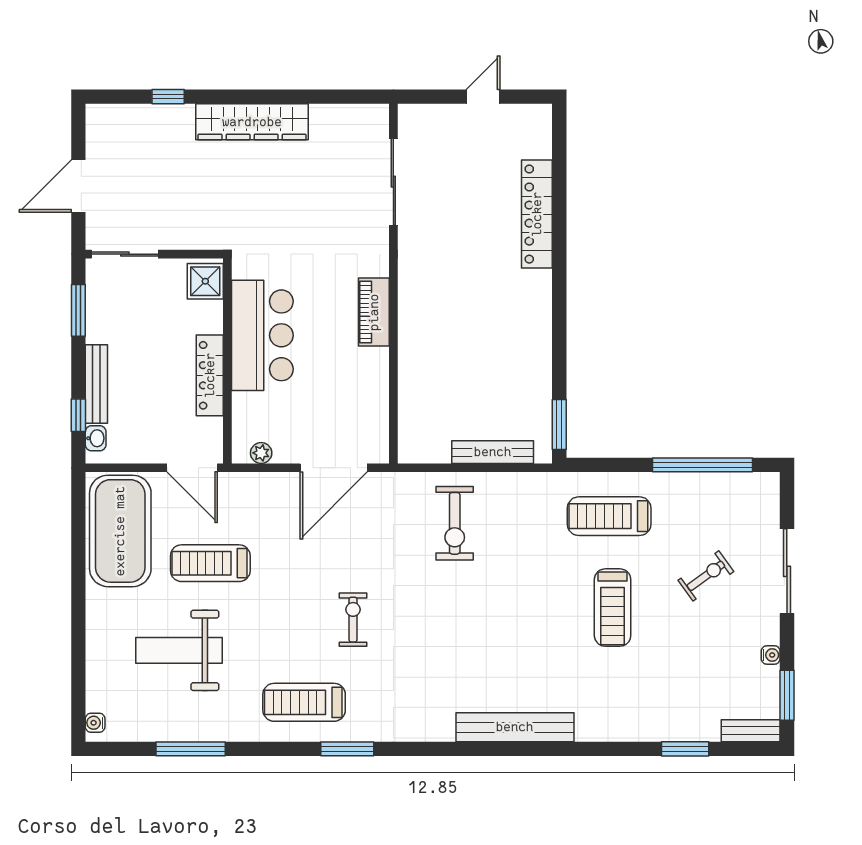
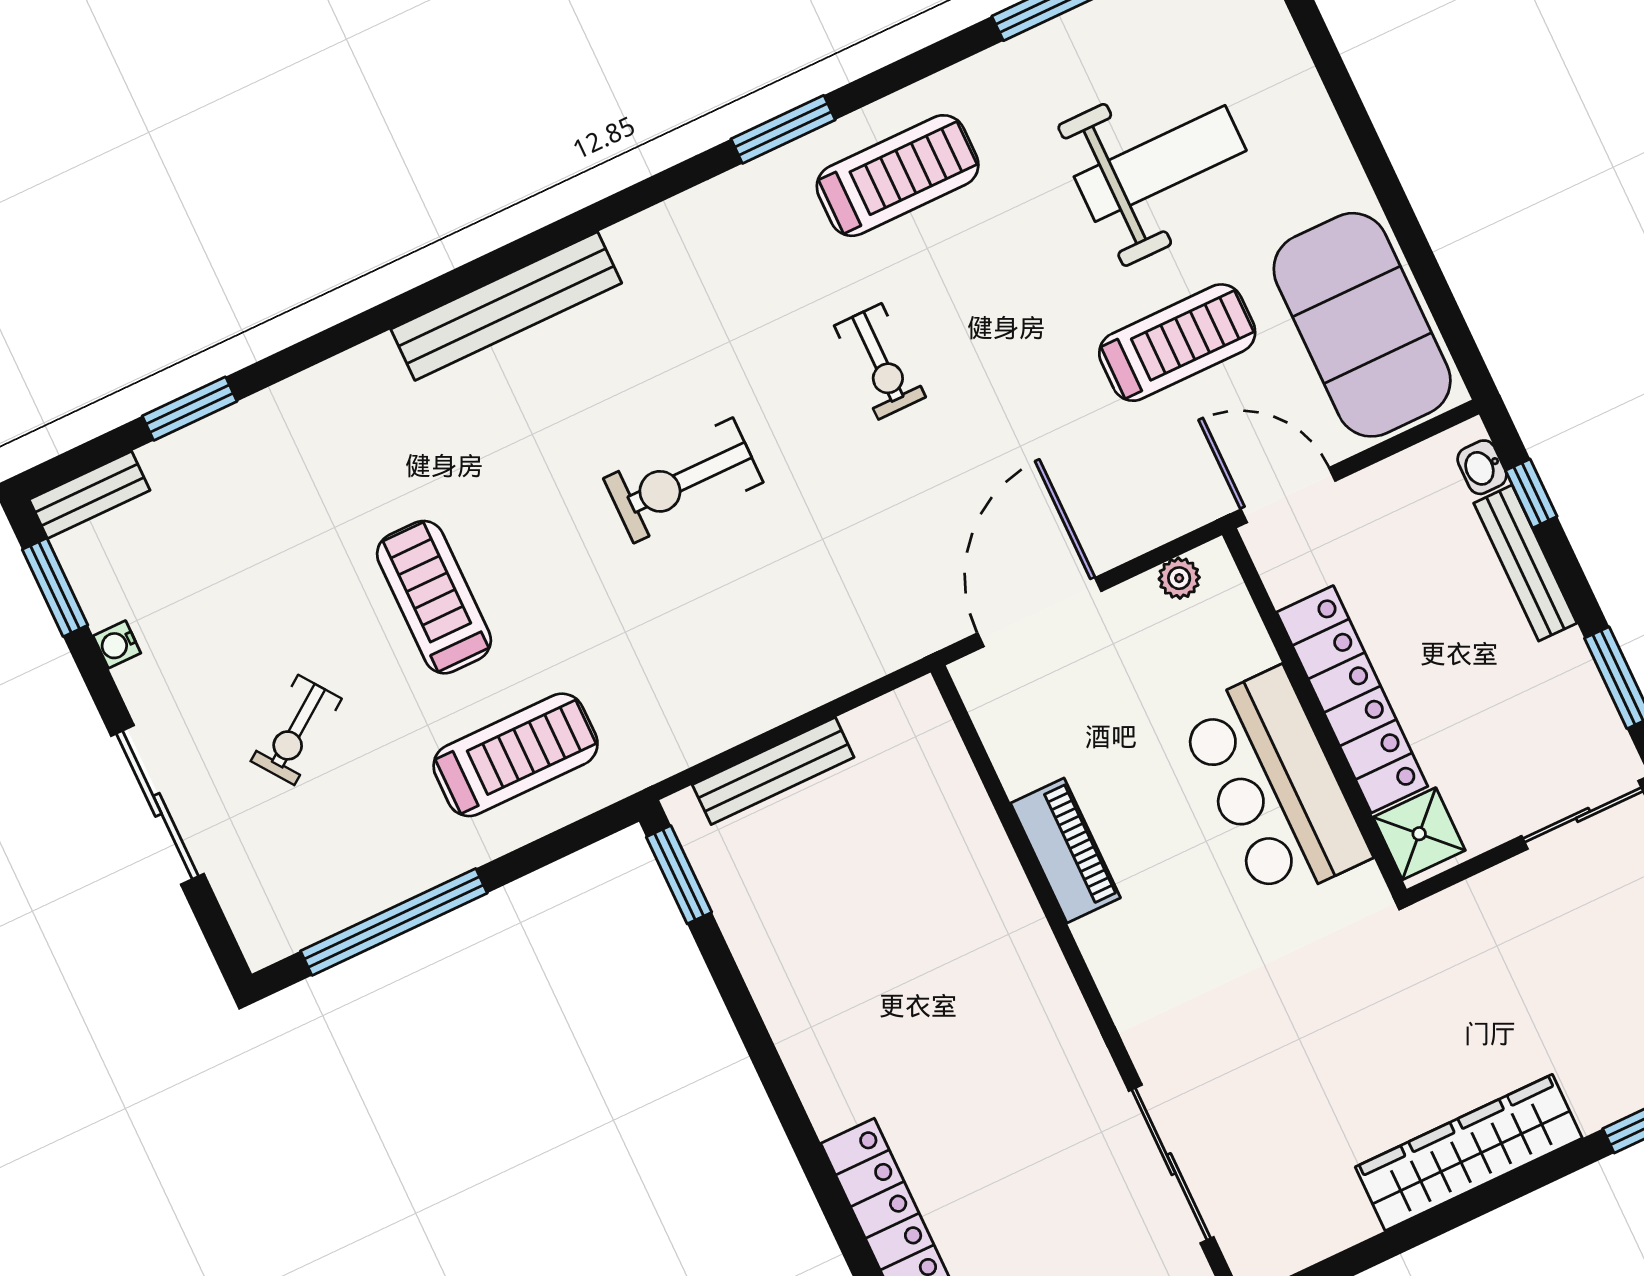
piano: (374, 312) -> (1065, 851), moved
locker: (210, 375) -> (1352, 699), width x1.41, depth x1.21
exercise bike: (455, 523) -> (683, 480), moved, turned -90

